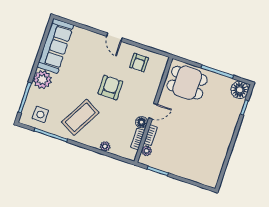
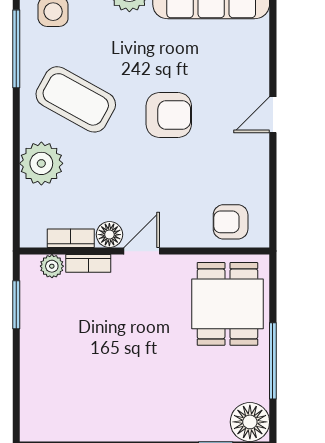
armchair: (139, 63) -> (231, 222), moved
armchair: (110, 88) -> (169, 115), moved
door: (153, 111) -> (142, 251), swing flipped
plant: (105, 146) -> (41, 163), width x1.88, depth x1.88

